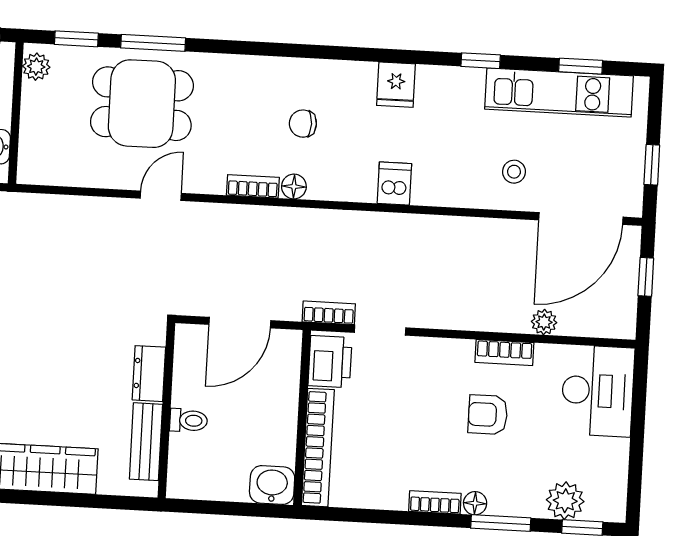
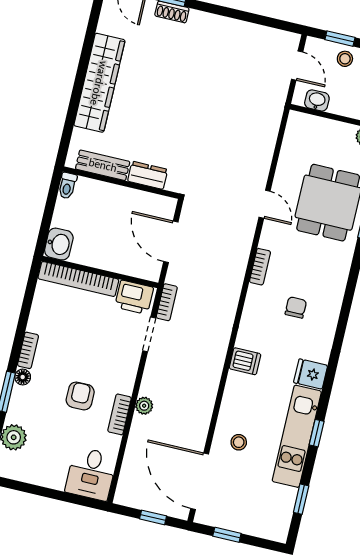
kitchen unit: (559, 92) -> (297, 436), moved
floor lamp: (294, 186) -> (255, 294), removed
plant: (544, 322) -> (144, 406), moved
desk: (598, 391) -> (91, 474), width x0.73
toilet: (189, 420) -> (67, 186), moved

